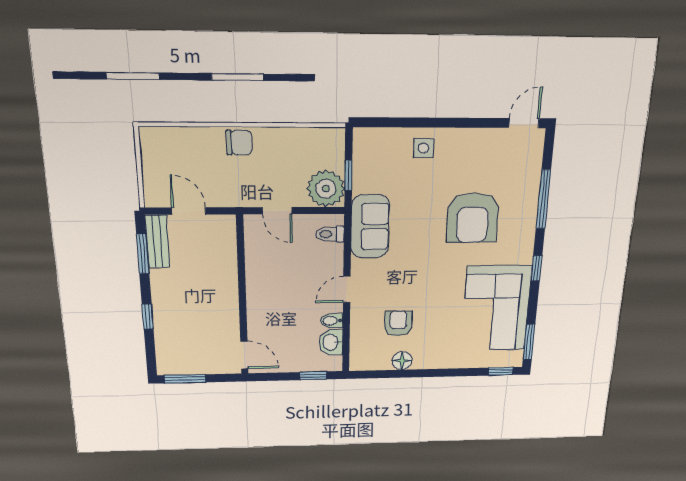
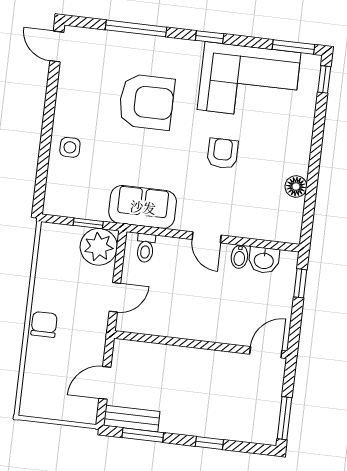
armchair: (398, 323) -> (223, 153), moved, turned 90

